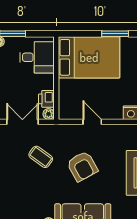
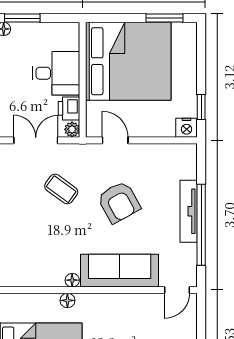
desk: (37, 57) -> (56, 73), moved
bed: (89, 57) -> (128, 61), width x1.36
door: (92, 122) -> (115, 140), moved

